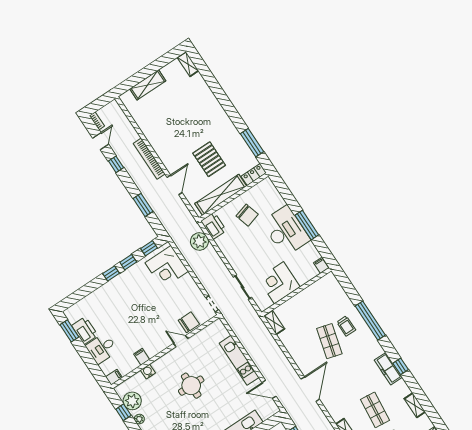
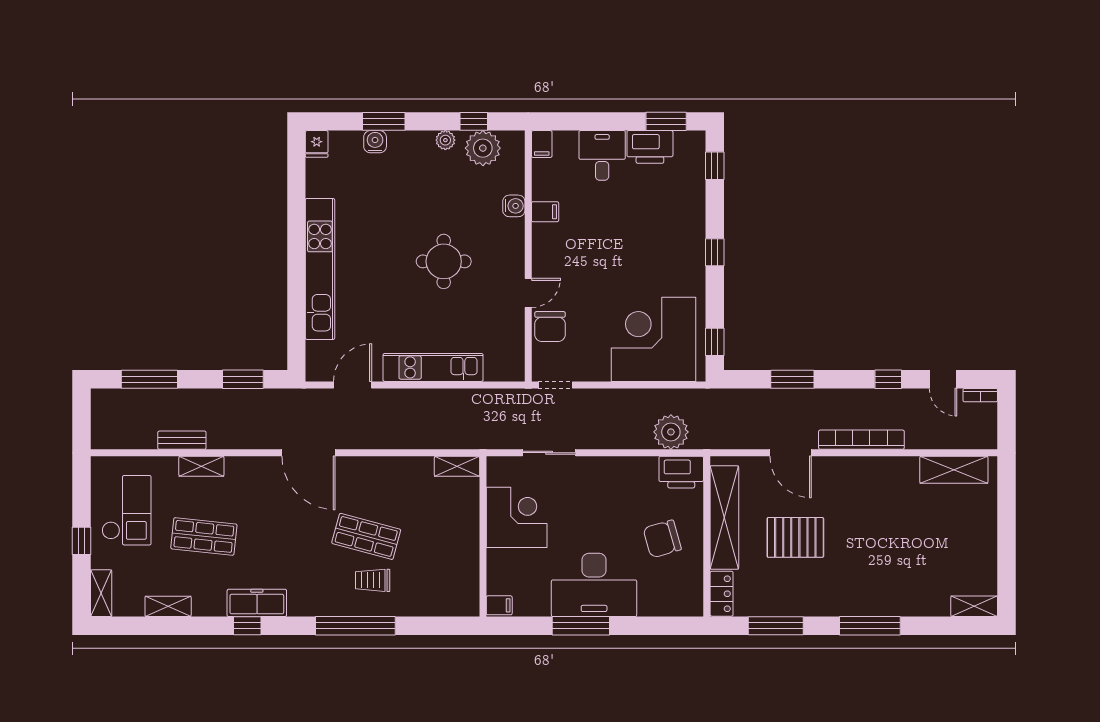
shelving: (148, 85) -> (954, 470), moved, turned 90
window: (226, 103) -> (870, 626), added
window: (128, 262) -> (715, 166), moved
corner desk: (167, 267) -> (653, 339), width x1.36, depth x1.36

